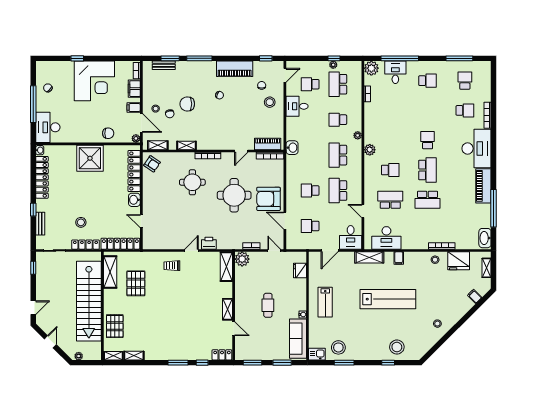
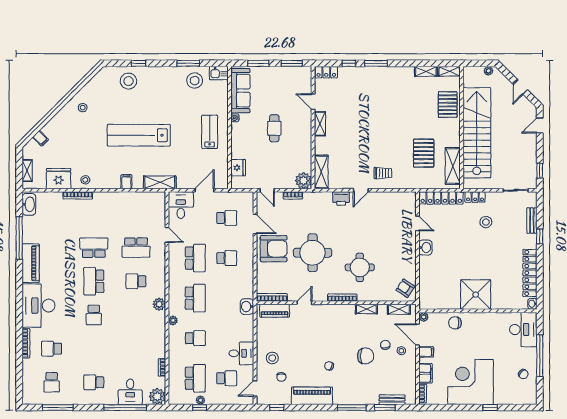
locker: (134, 171) -> (426, 280), removed
desk: (386, 238) -> (140, 204), removed
locker: (85, 245) -> (475, 197), width x0.66

